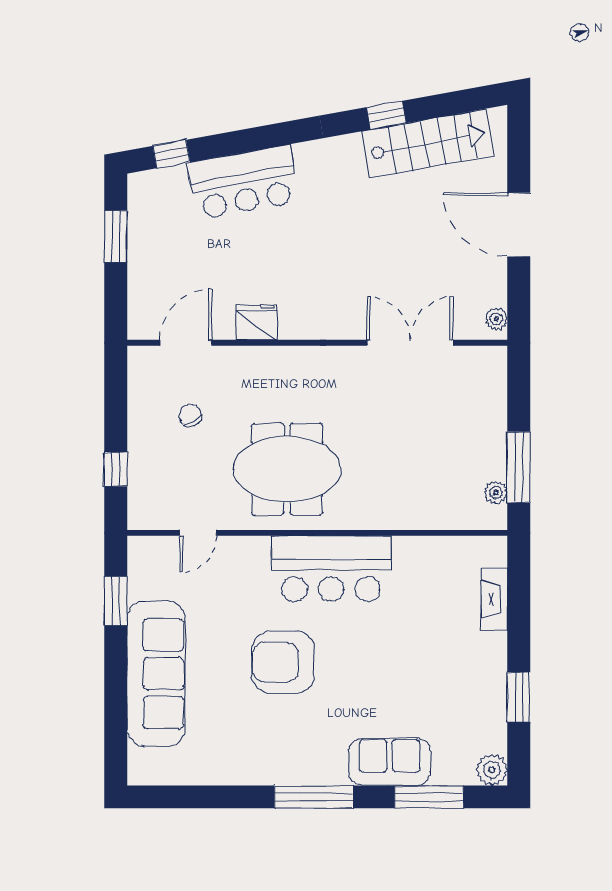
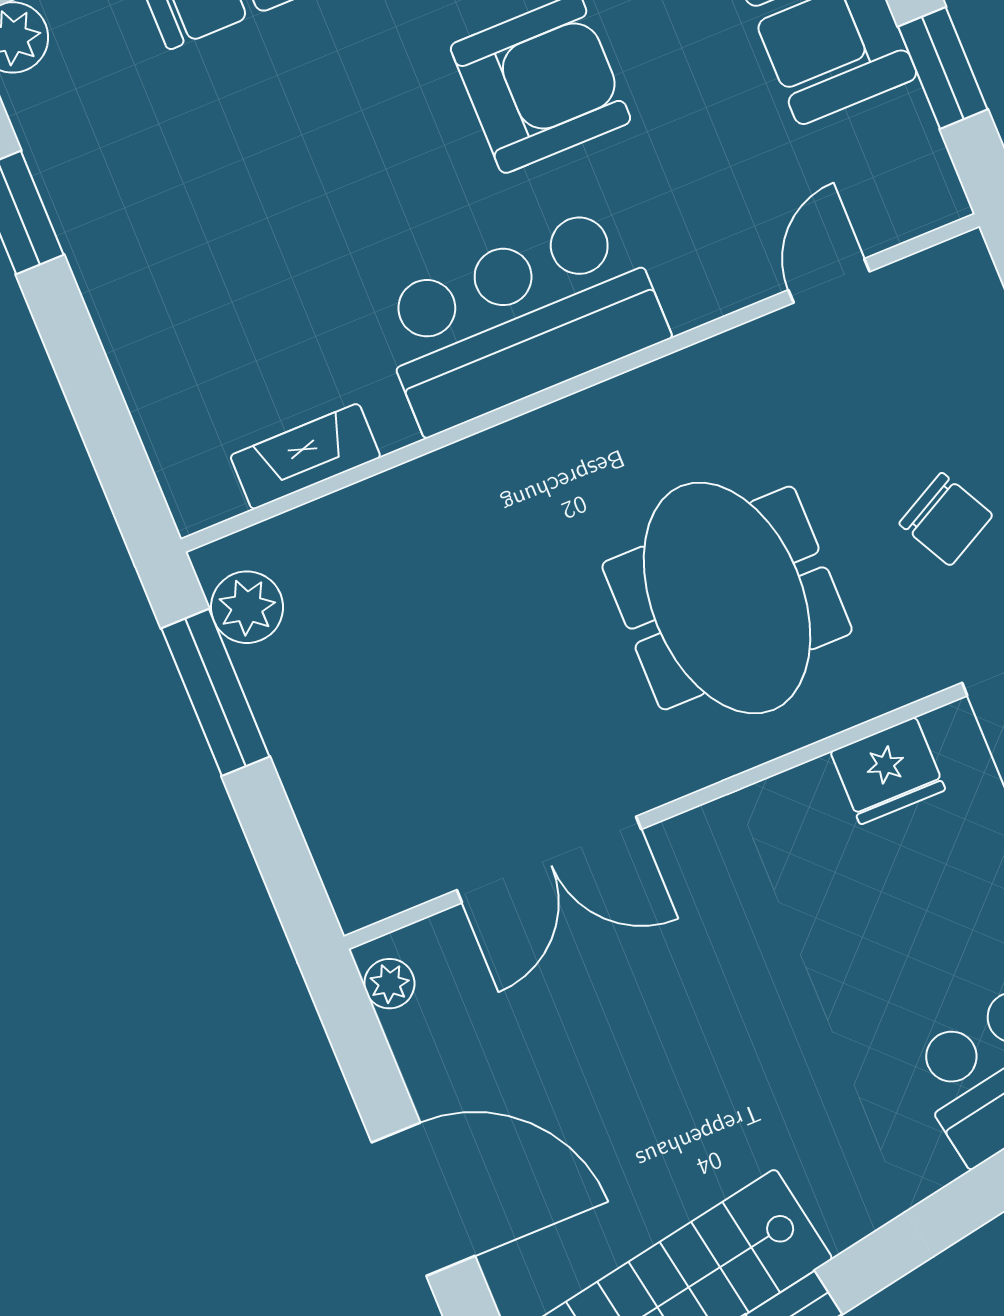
chair: (190, 415) -> (946, 519), width x1.37, depth x1.37
meeting table: (287, 469) -> (727, 598), moved, turned 90
plant: (496, 493) -> (247, 607), width x1.38, depth x1.38
fireplace: (494, 599) -> (305, 456), moved, turned -90

